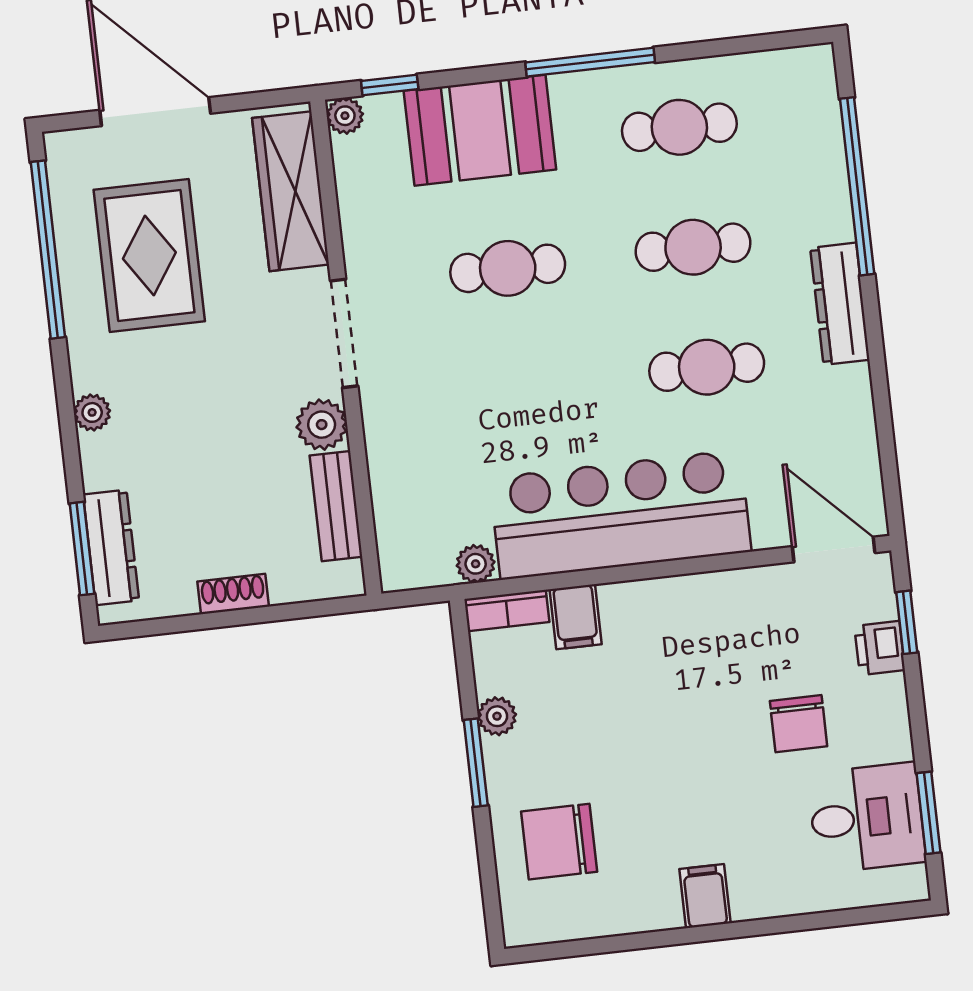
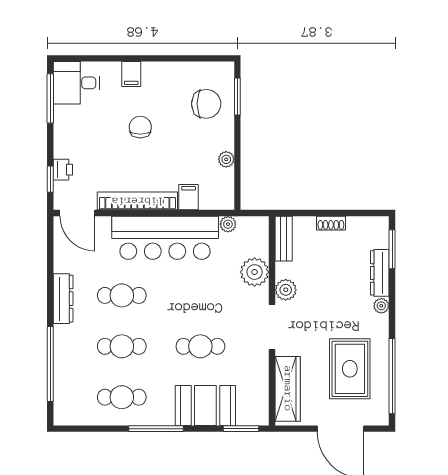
window: (390, 85) -> (241, 429), width x1.50
plant: (345, 116) -> (255, 272), moved, width x1.88, depth x1.88
dresser: (840, 304) -> (63, 299), moved
bench: (336, 506) -> (284, 239), moved
dresser: (111, 548) -> (380, 273), moved
bookcase: (507, 611) -> (137, 201), moved, width x2.31, depth x1.31
chair: (799, 724) -> (140, 127), moved
window: (476, 763) -> (237, 96), moved
window: (928, 813) -> (50, 98), width x1.44
desk: (867, 818) -> (76, 83), moved
filing cabinet: (705, 896) -> (131, 74), moved

